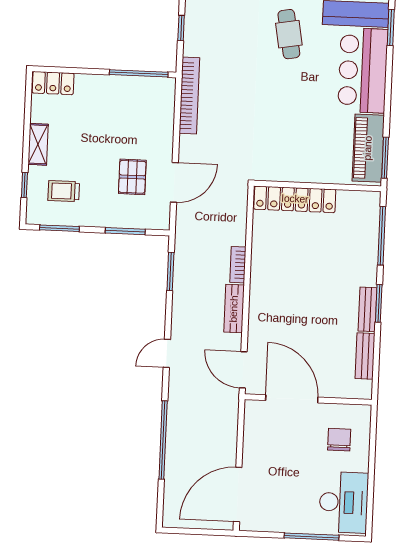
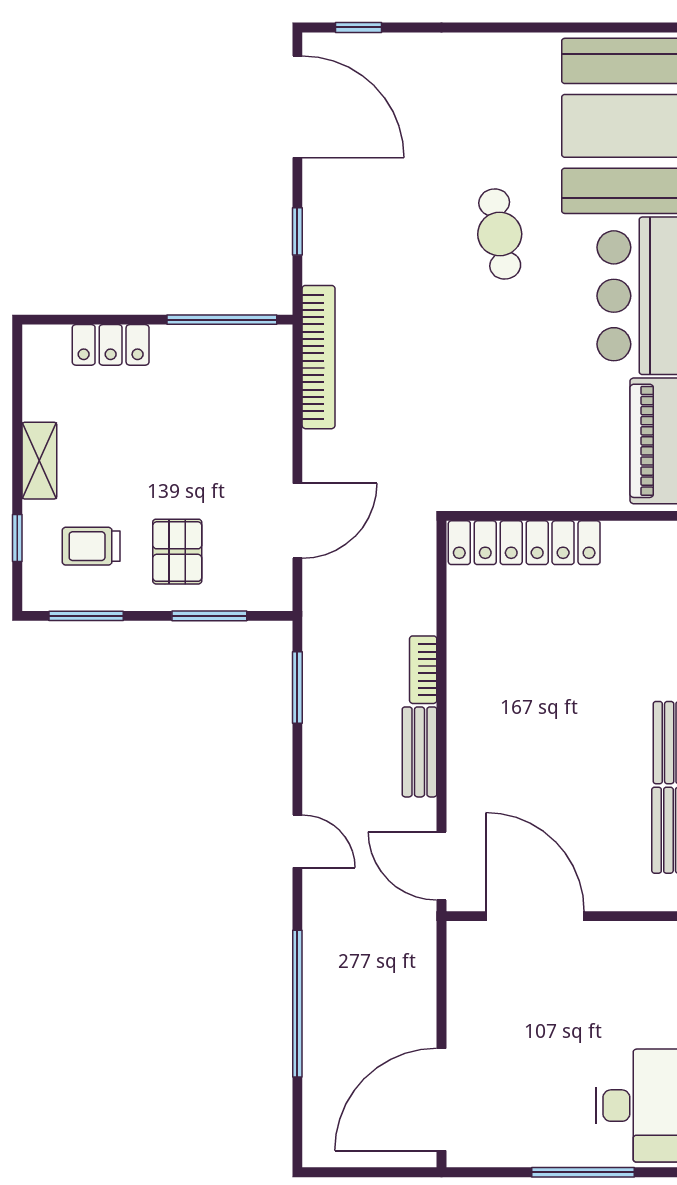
locker: (53, 83) -> (111, 345), moved
pallet: (132, 177) -> (177, 552), moved
door: (167, 353) -> (297, 841), swing flipped
chair: (339, 440) -> (627, 989), removed

